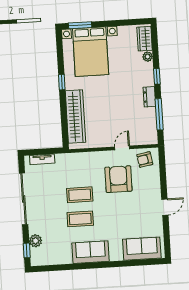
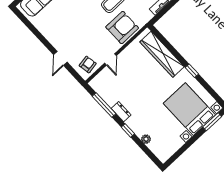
wardrobe: (145, 39) -> (159, 150), removed
armchair: (118, 179) -> (122, 27), moved, turned -90
door: (165, 207) -> (60, 58), moved

